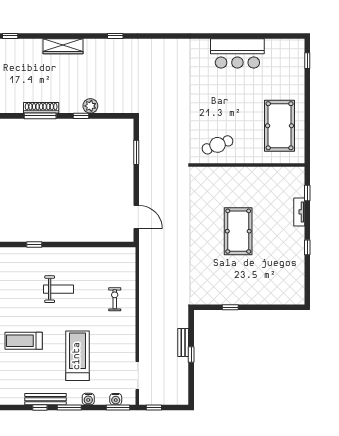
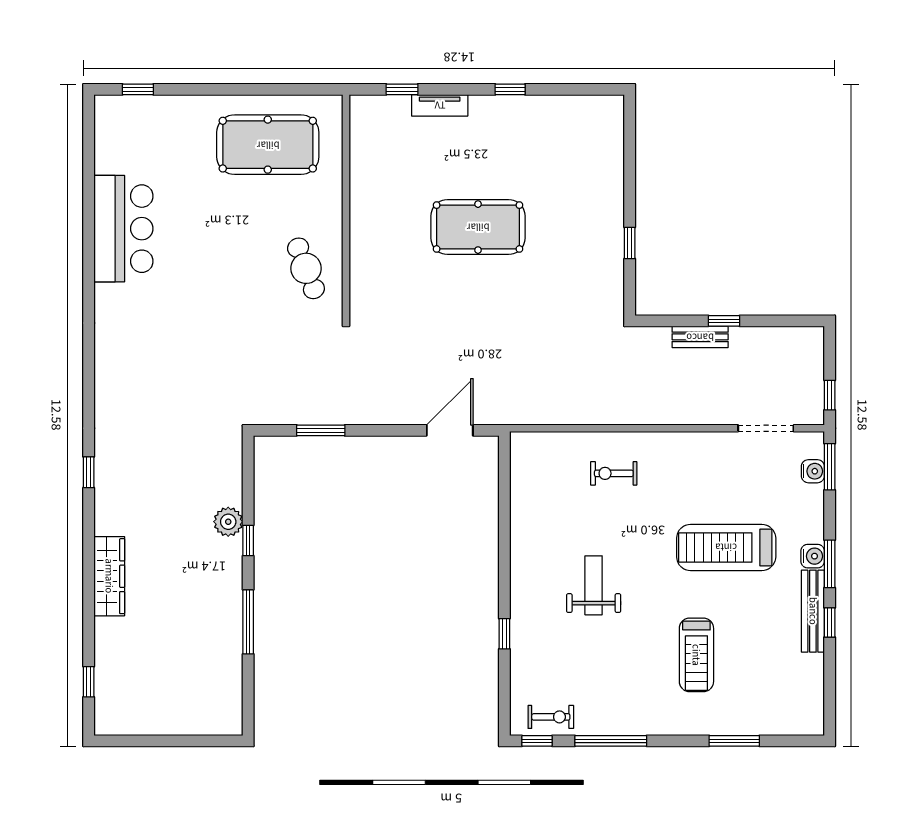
shoe rack: (41, 108) -> (232, 620), removed
water cooler: (88, 399) -> (813, 556), moved

